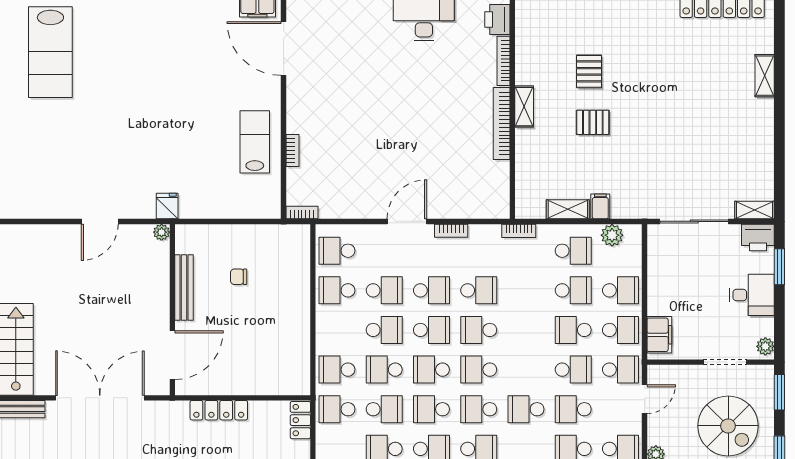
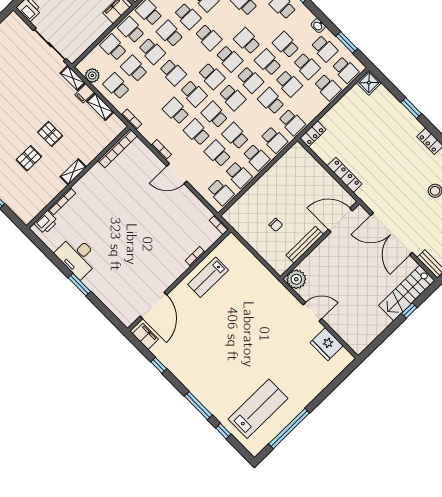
bookcase: (502, 123) -> (117, 148), moved
fridge: (167, 206) -> (327, 344), moved, width x1.88, depth x1.34
shelving: (755, 210) -> (73, 78), moved
plant: (162, 232) -> (296, 279), width x1.87, depth x1.87
school desk: (526, 330) -> (173, 72), added
school desk: (384, 370) -> (256, 157), moved

